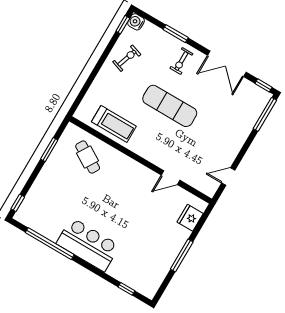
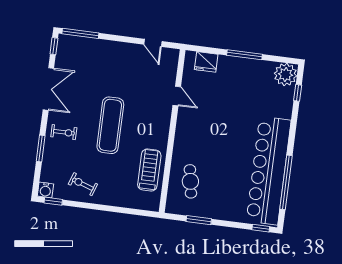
cafe table: (88, 157) -> (190, 181), turned -41
bar counter: (88, 245) -> (269, 171), width x1.86
plant: (148, 285) -> (286, 75), added

